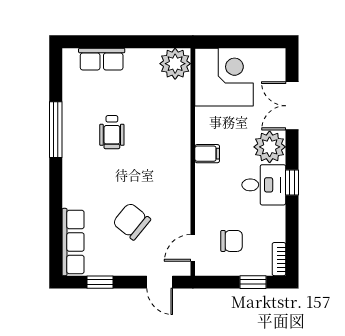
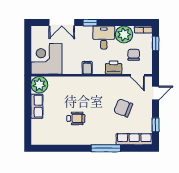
row of seats: (102, 59) -> (37, 106), moved
window: (56, 130) -> (106, 148), moved
plant: (270, 147) -> (124, 34), moved
window: (292, 182) -> (90, 23), moved
printer: (208, 203) -> (114, 67), added
chair: (132, 221) -> (123, 108), turned 72

